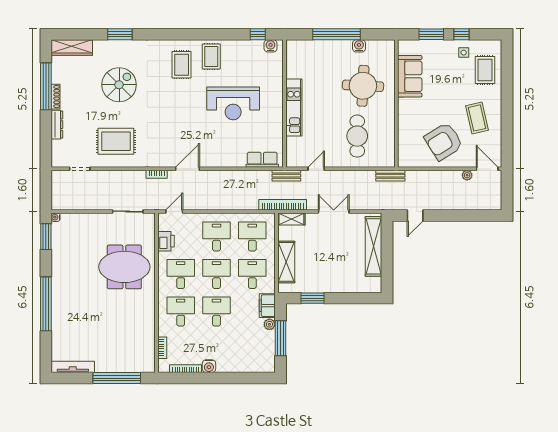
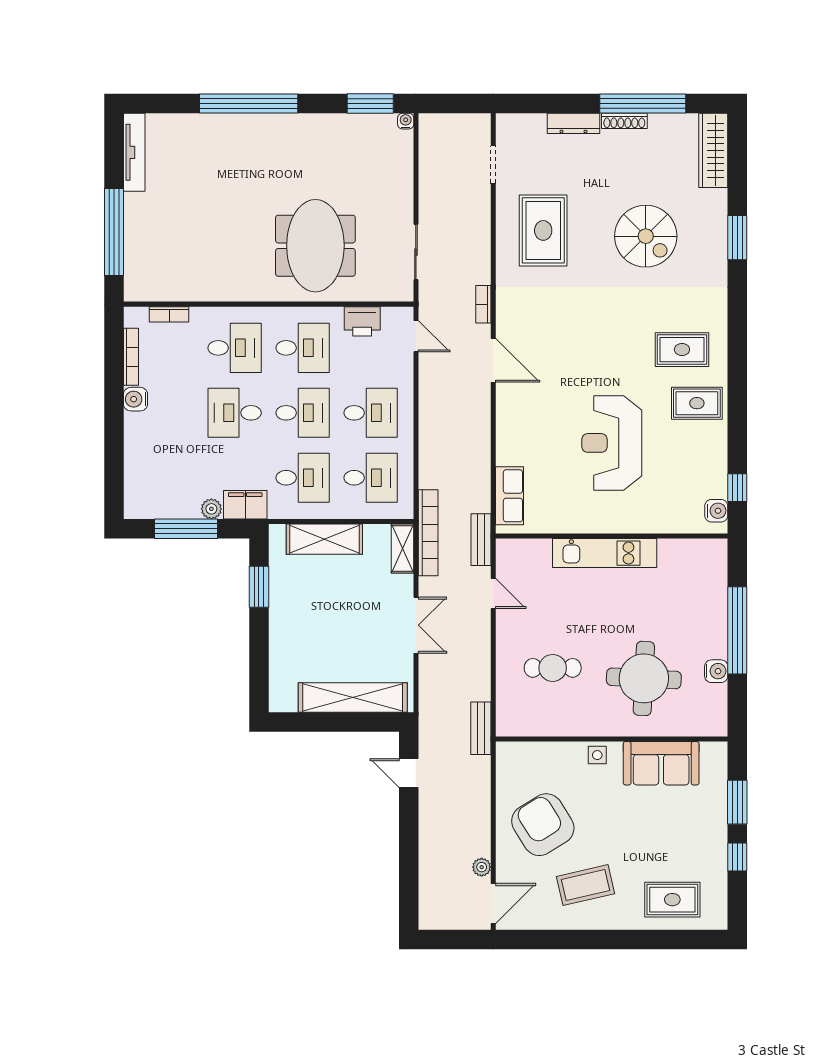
side table: (464, 53) -> (597, 755), moved
cafe table: (357, 136) -> (553, 668), width x0.73, depth x0.74
desk: (216, 312) -> (235, 413), turned 180

